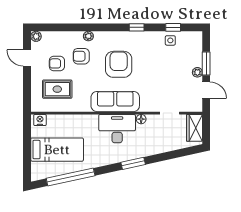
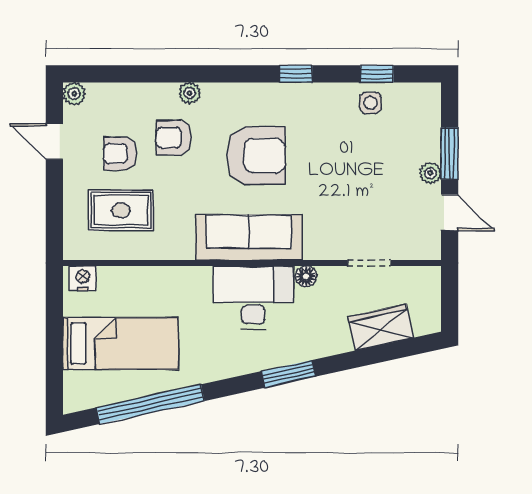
armchair: (119, 64) -> (256, 155), turned 90
wardrobe: (194, 128) -> (381, 327), moved, turned 78

